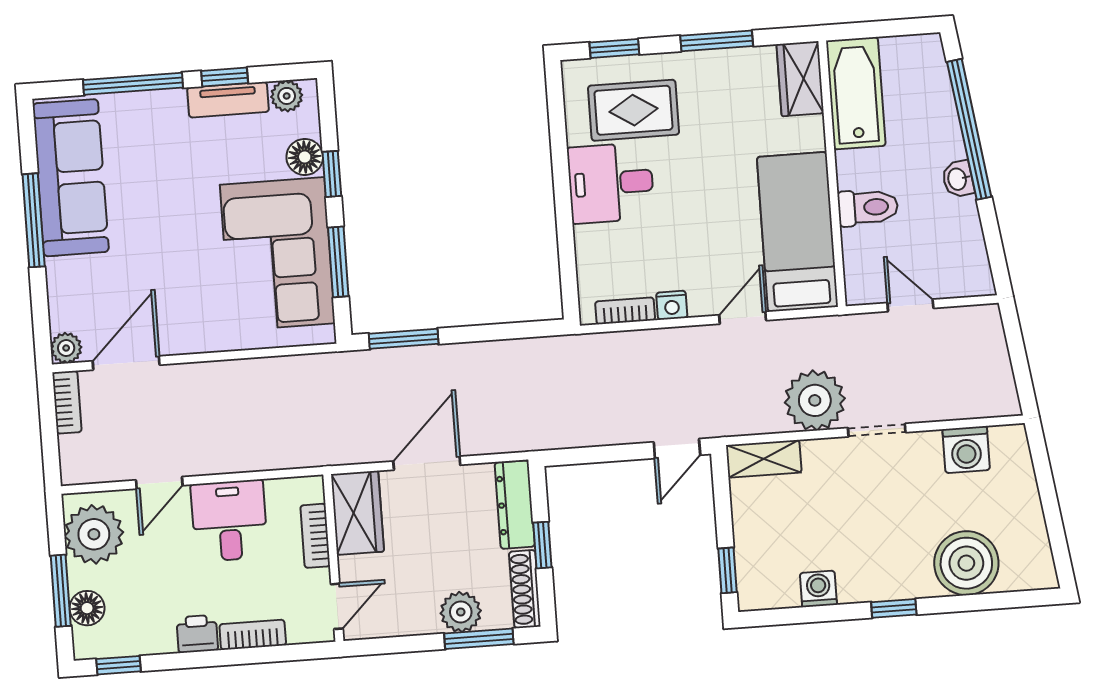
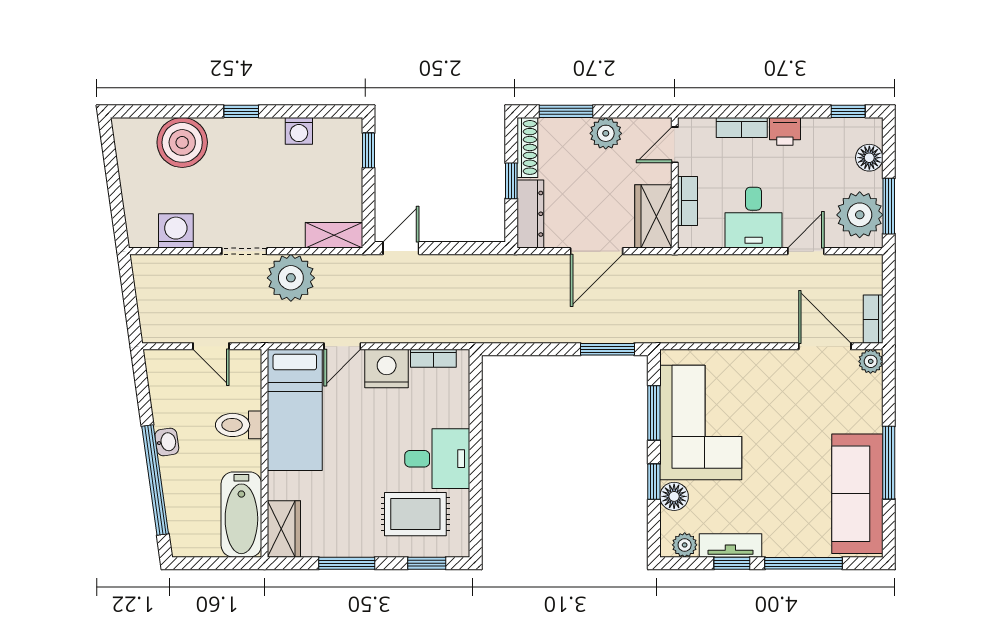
nightstand: (672, 305) -> (387, 369), width x1.89, depth x1.79
door: (126, 363) -> (825, 346), swing flipped
window: (61, 591) -> (889, 206), moved
plant: (461, 612) -> (606, 133), moved

